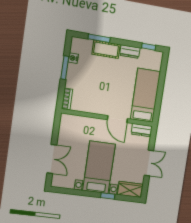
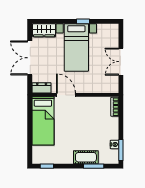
dresser: (130, 52) -> (64, 159), removed
window: (65, 68) -> (121, 150), moved
double door: (52, 159) -> (121, 62), moved
double door: (149, 163) -> (30, 58), width x1.37
window: (108, 196) -> (83, 21), moved

